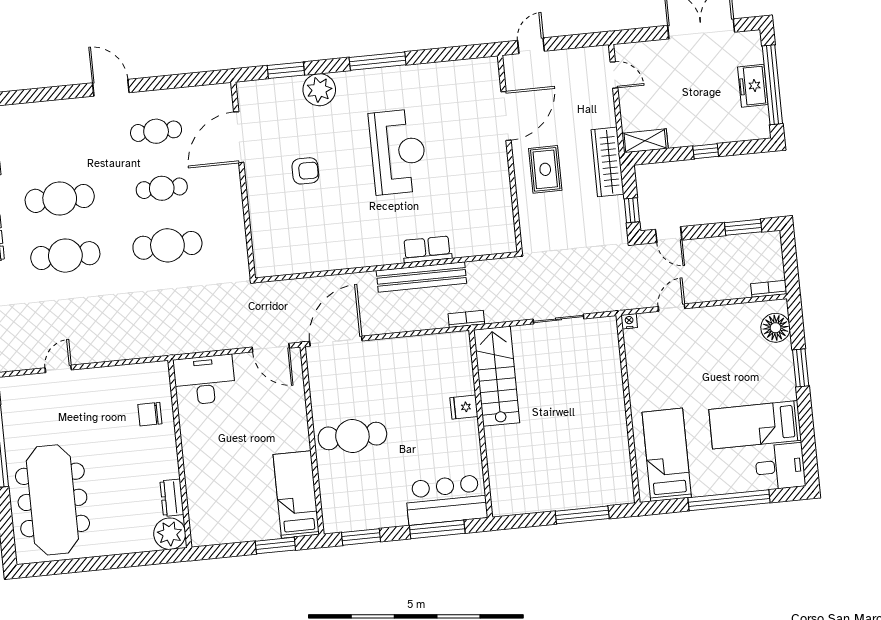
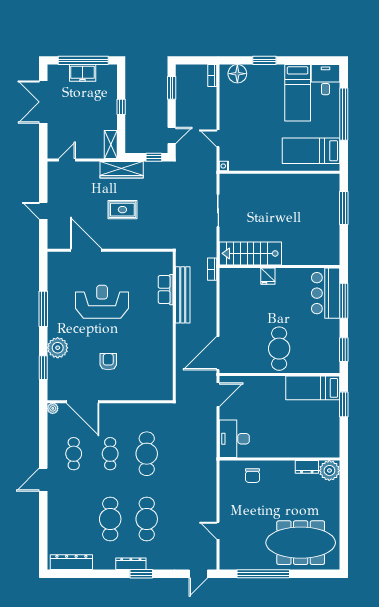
plant: (224, 91) -> (53, 408), added
door: (506, 116) -> (86, 250), moved
wall: (510, 154) -> (110, 250), moved
door: (336, 341) -> (218, 353), hinge flipped

